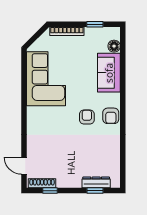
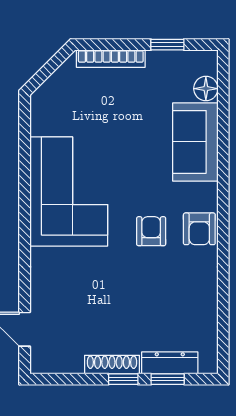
corner sofa: (46, 79) -> (69, 191), moved
shoe rack: (42, 183) -> (112, 365), moved
window: (50, 191) -> (123, 379), moved

